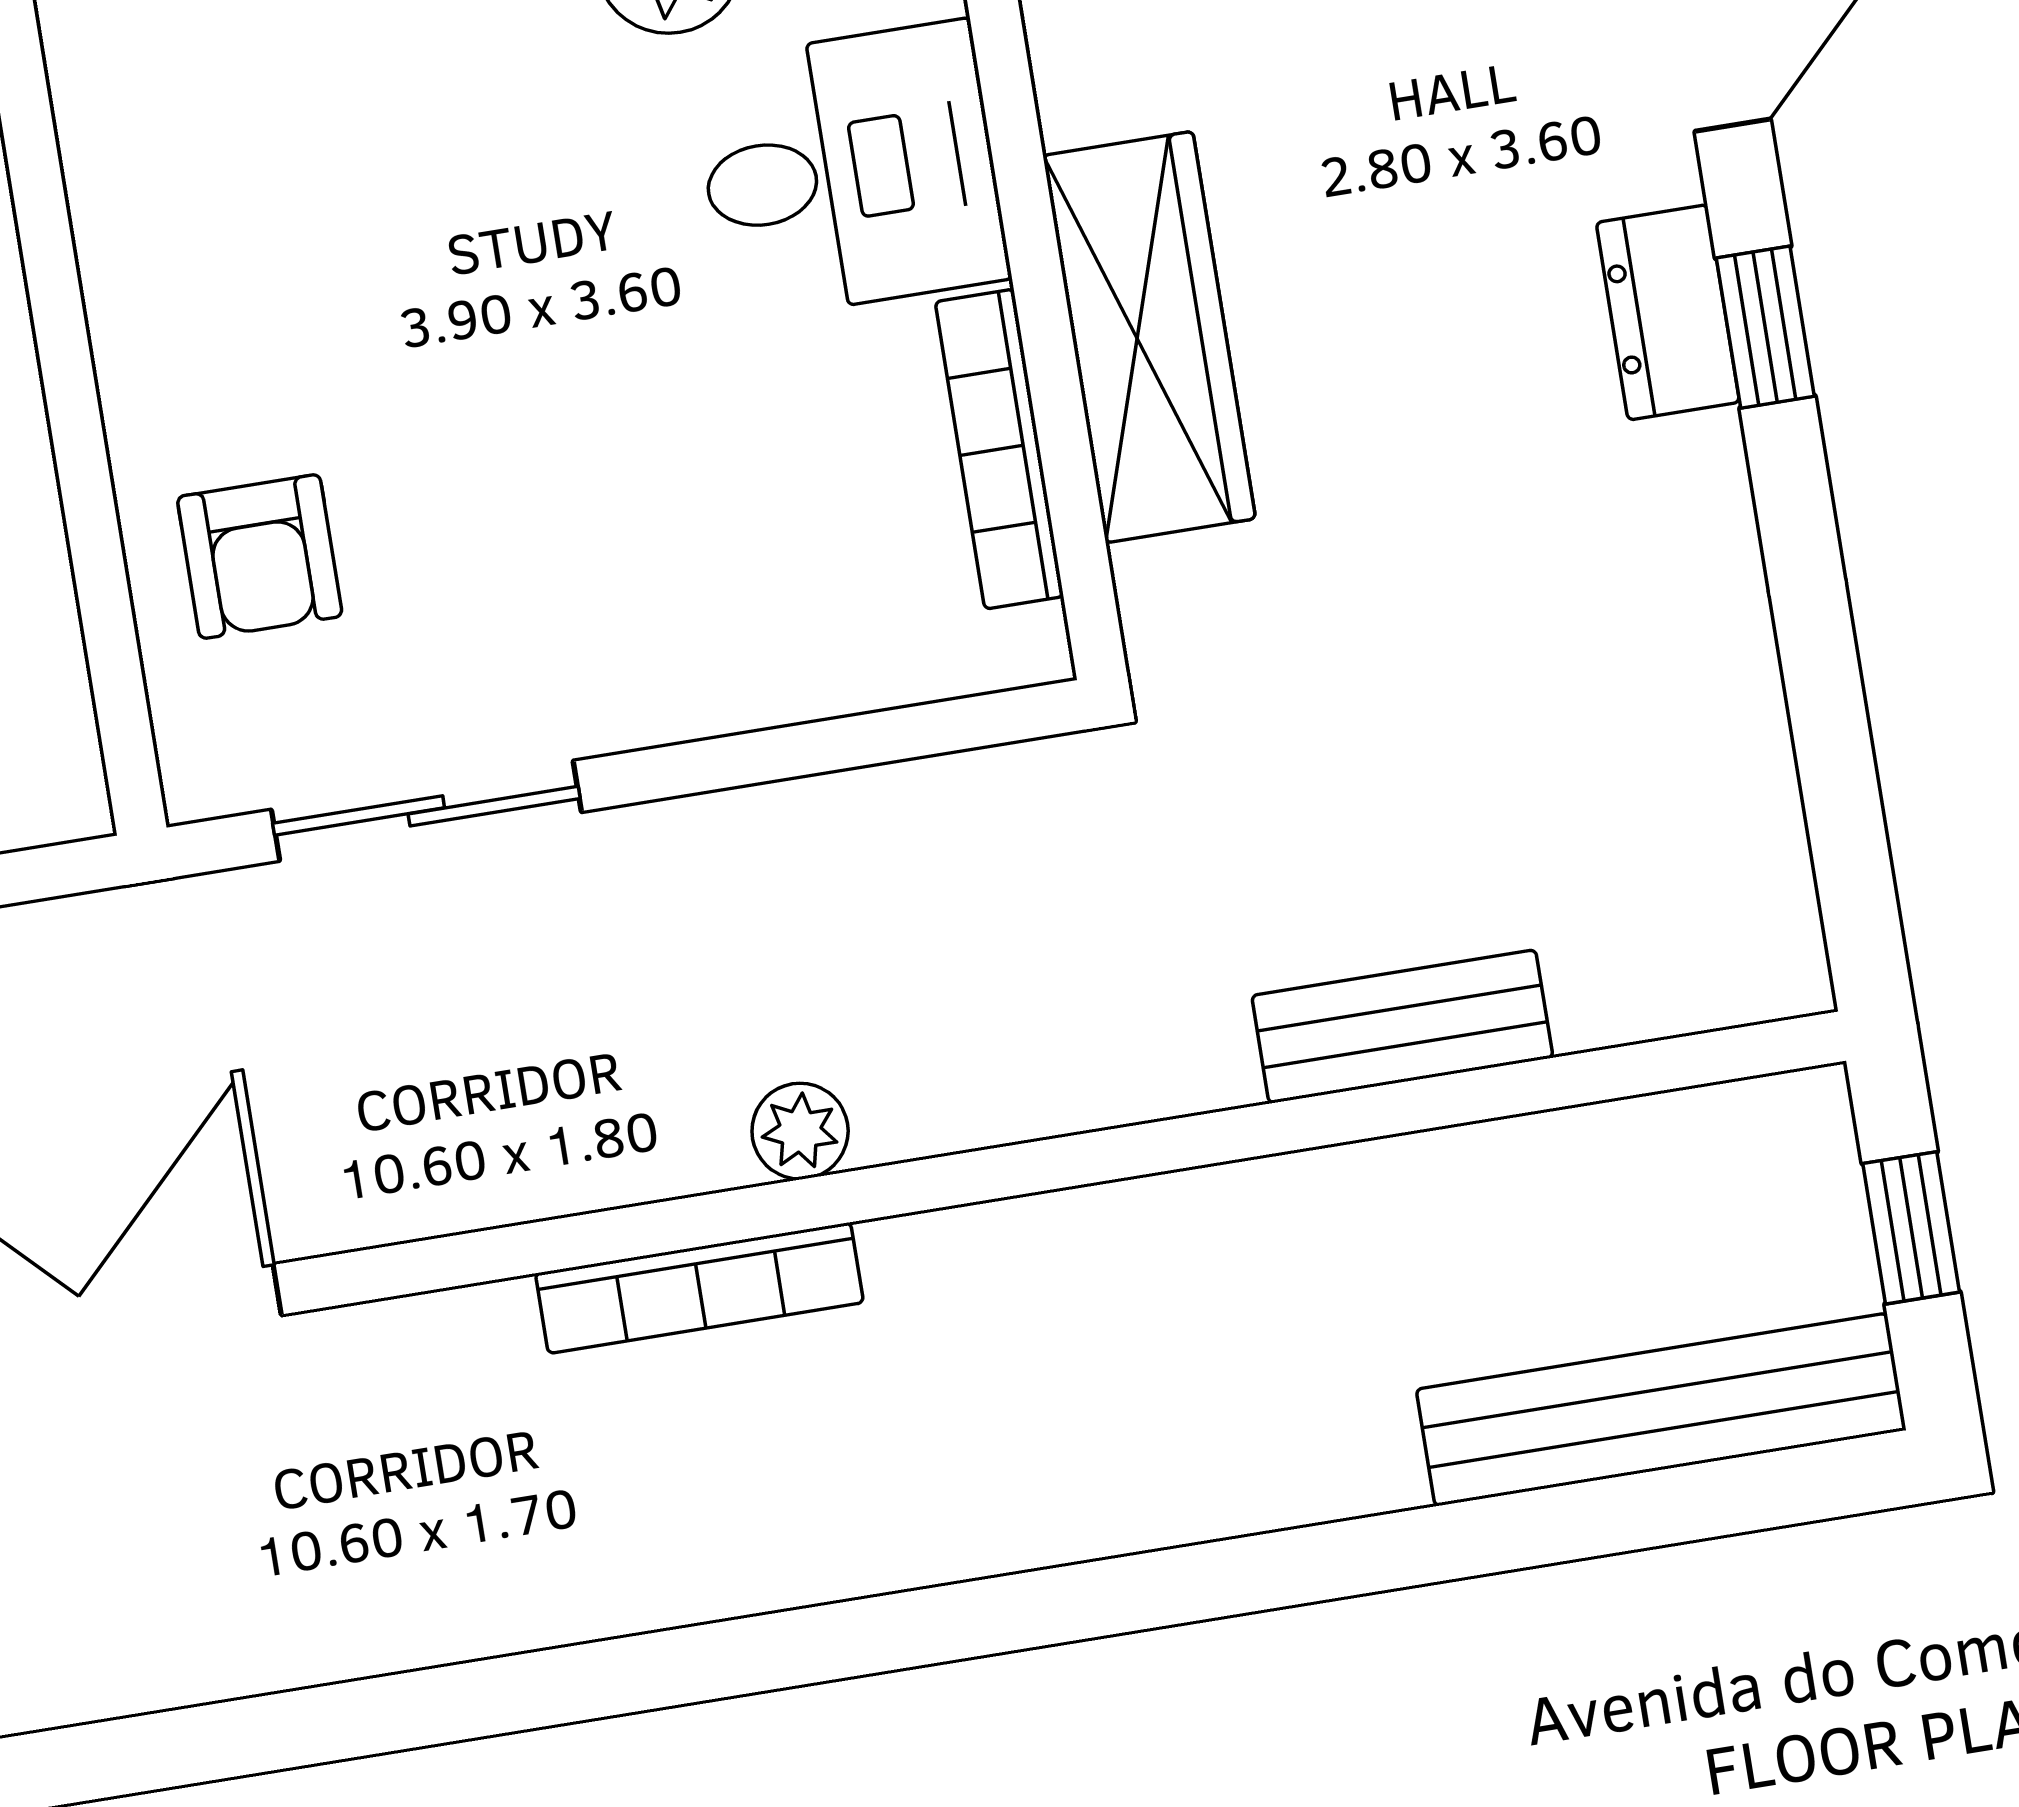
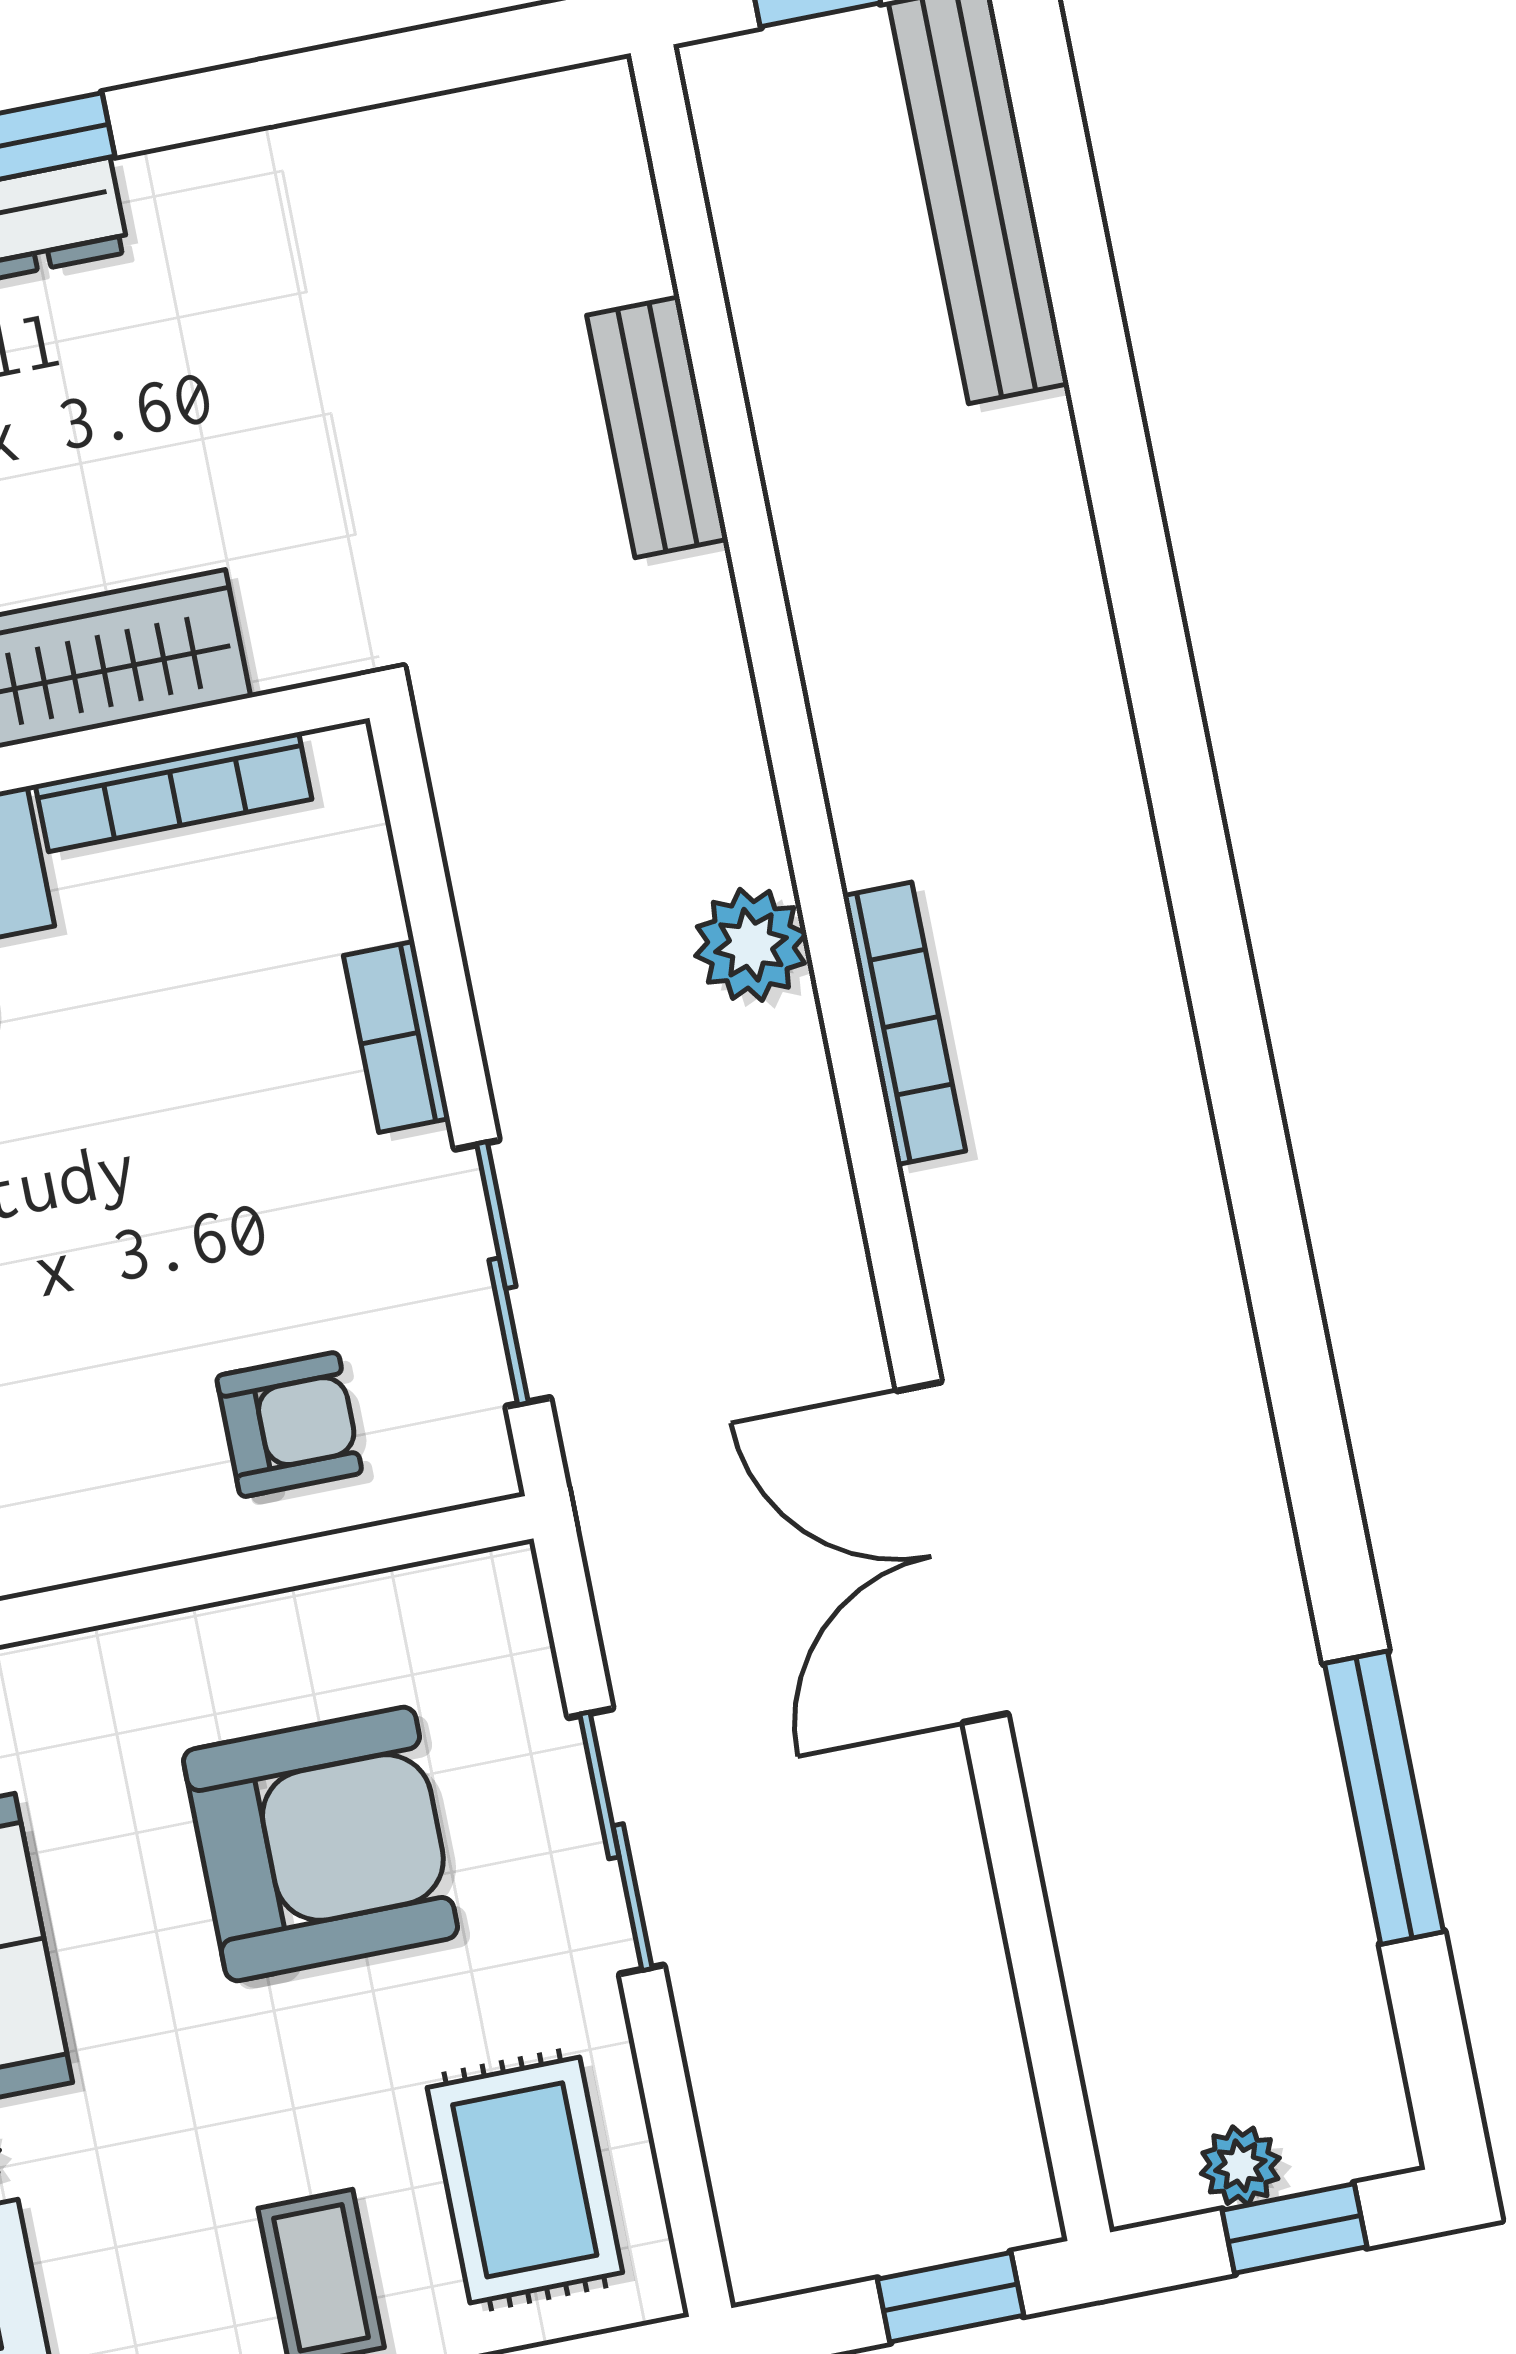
bookcase: (705, 698) -> (397, 1037), added
plant: (800, 1131) -> (751, 945), width x1.38, depth x1.38

